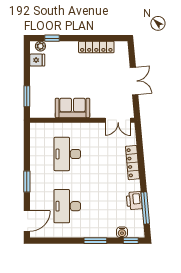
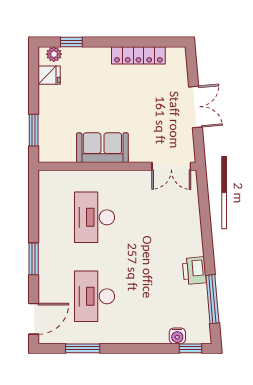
locker: (133, 163) -> (193, 230), removed
printer: (134, 201) -> (194, 271), moved
window: (95, 241) -> (83, 348), moved

